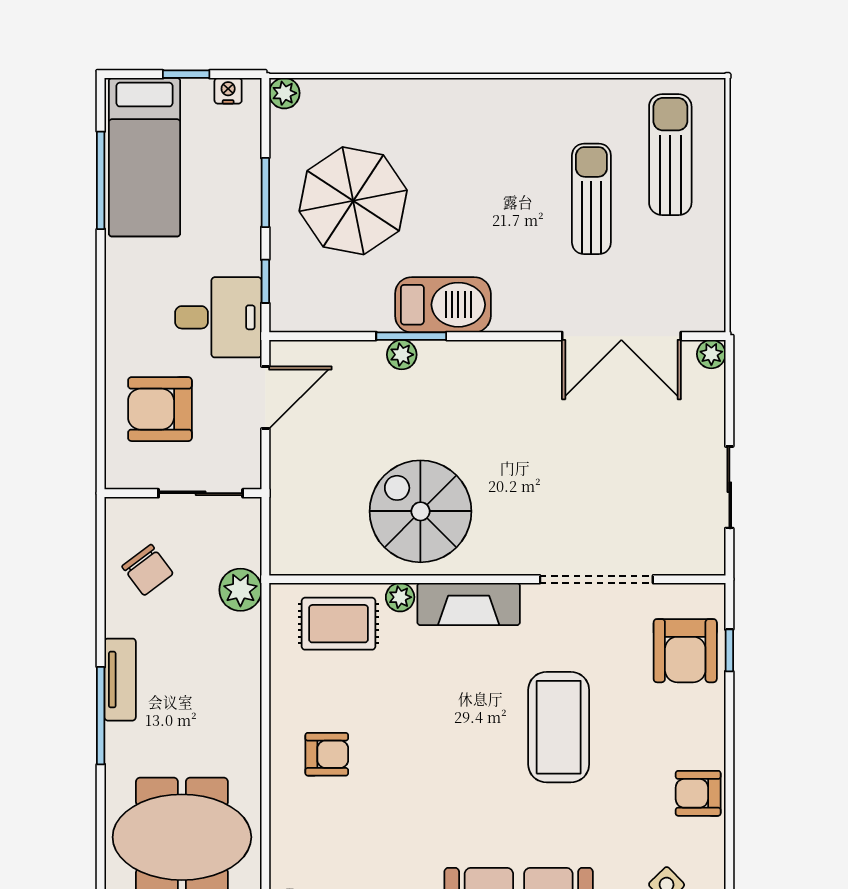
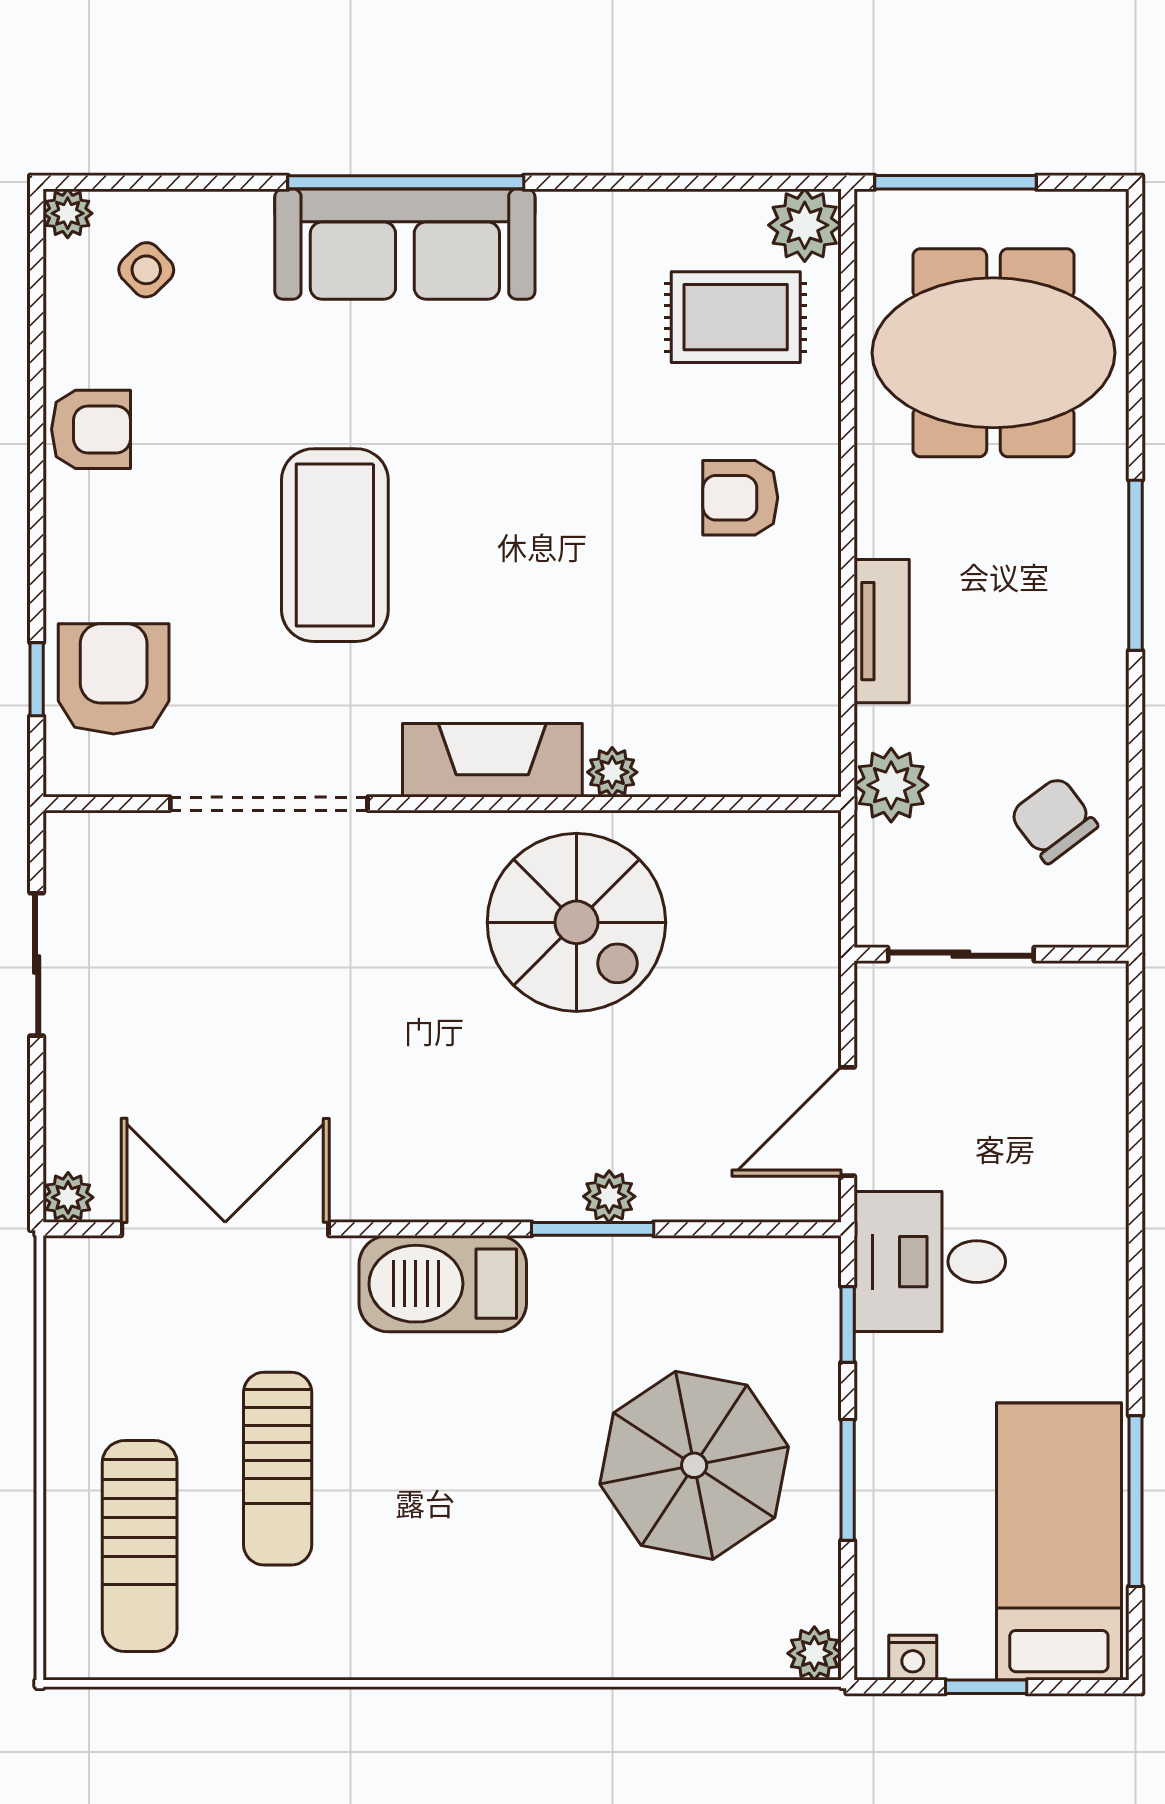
barbecue: (443, 305) -> (443, 1284), moved
armchair: (160, 409) -> (1032, 1101), removed
rug: (339, 624) -> (736, 317), moved
tv unit: (120, 680) -> (882, 631), moved, turned 180

